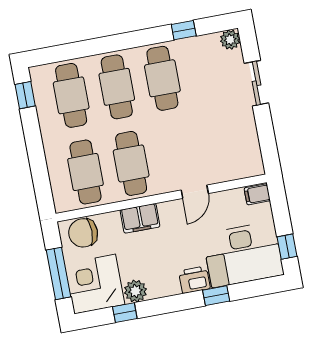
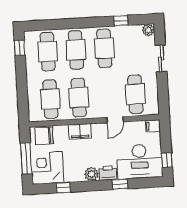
cafe table: (222, 146) -> (135, 94), added
plant: (135, 291) -> (92, 174), moved

